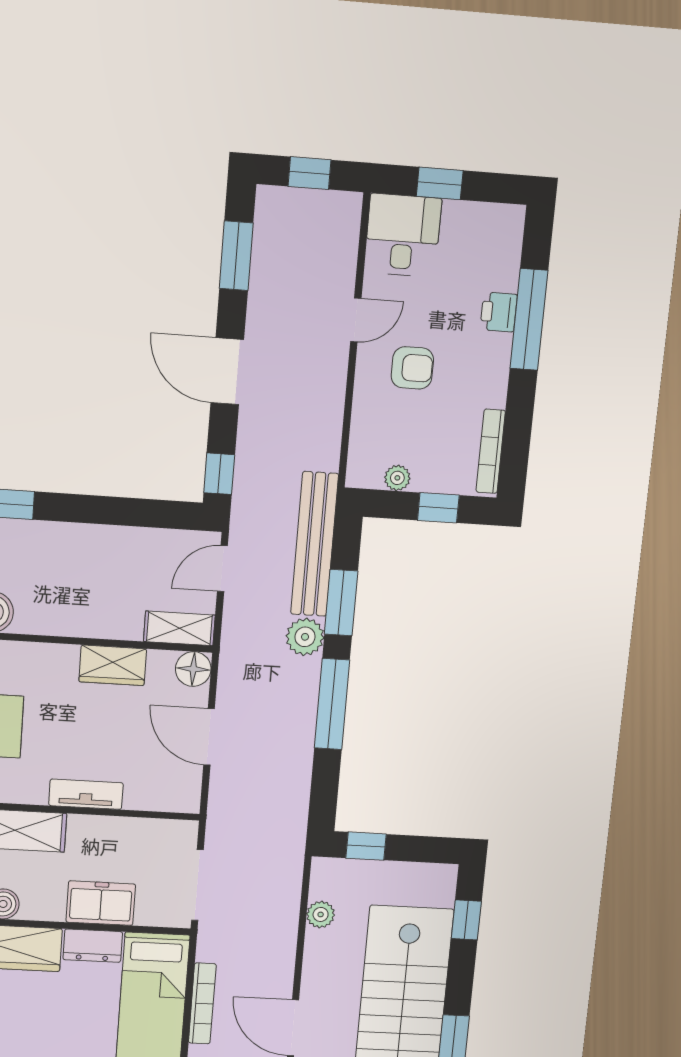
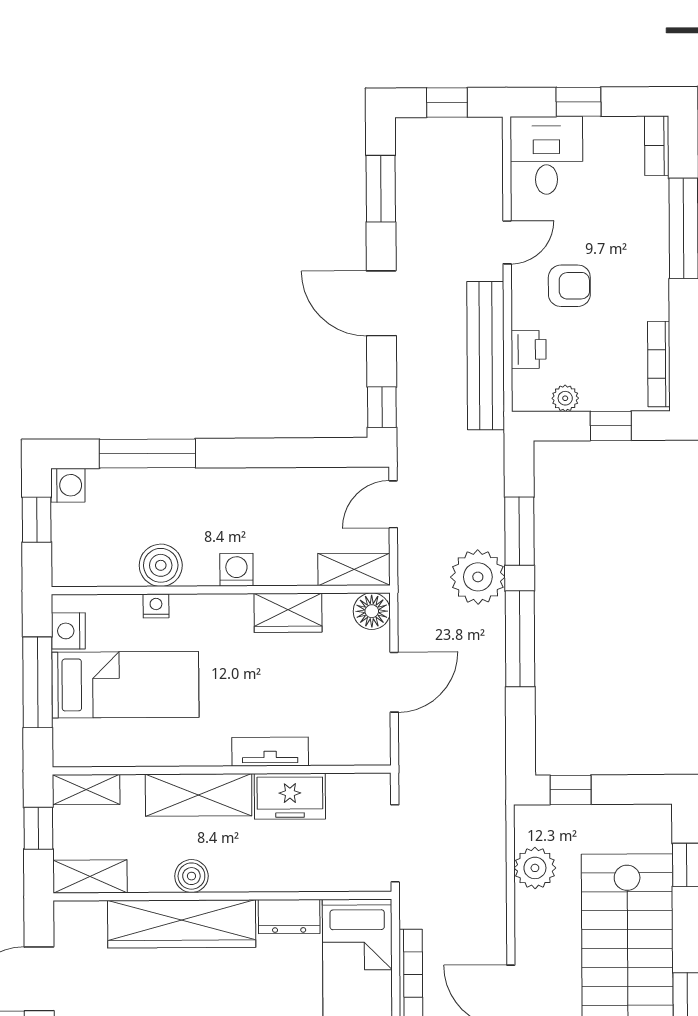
bookcase: (512, 234) -> (657, 146), added
printer: (499, 312) -> (529, 349), moved, turned 180
bench: (315, 544) -> (486, 356), moved
washing machine: (66, 621) -> (236, 570), added
plant: (305, 637) -> (478, 577), width x1.36, depth x1.36
door: (209, 737) -> (394, 682), swing flipped
freezer: (101, 903) -> (290, 796), moved, turned 180
plant: (321, 914) -> (535, 868), width x1.38, depth x1.38

